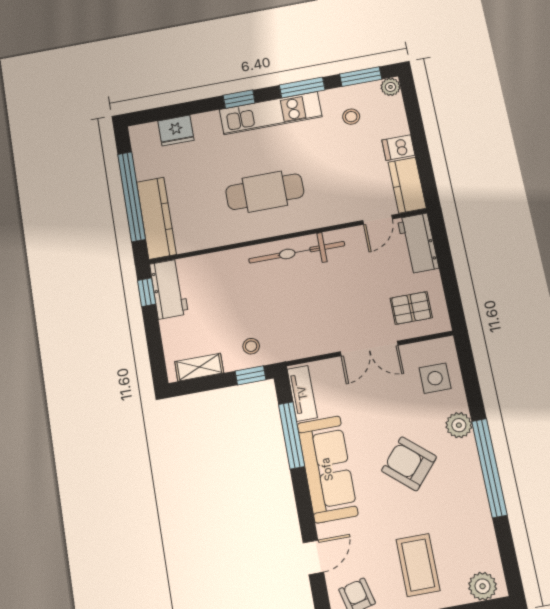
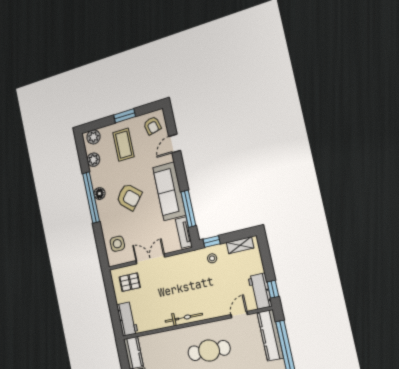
door: (378, 220) -> (239, 315), moved
bicycle: (297, 252) -> (184, 318), width x0.73, depth x0.71
plant: (459, 425) -> (93, 160), moved
floor lamp: (471, 474) -> (99, 194), added

